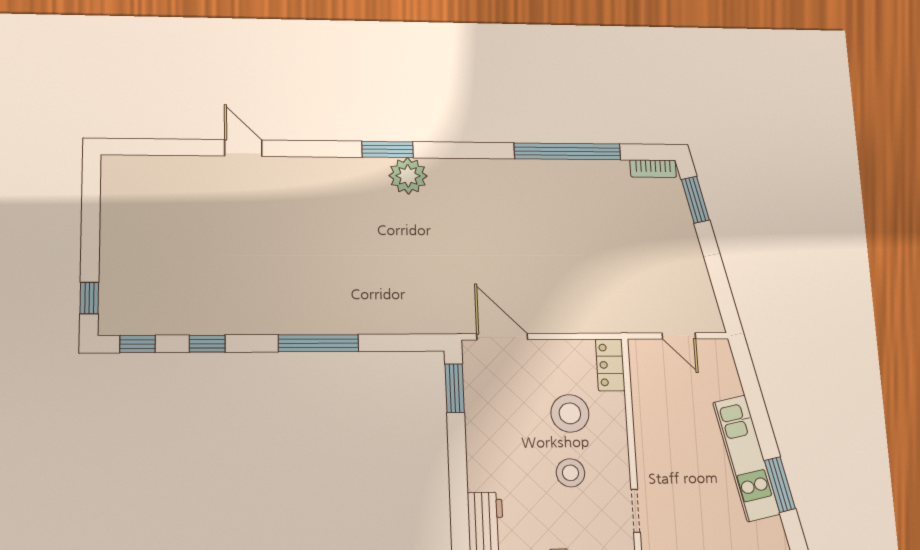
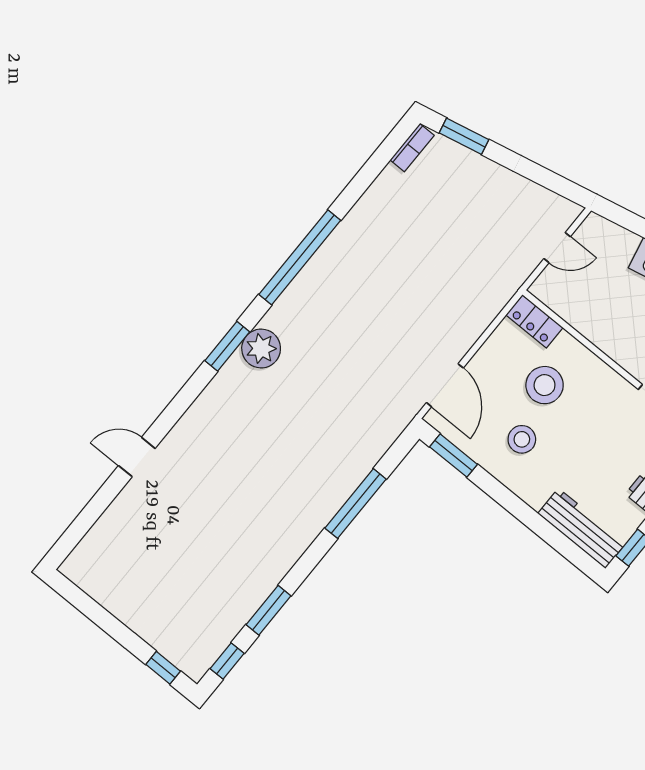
window: (567, 151) -> (300, 257), moved
door: (502, 337) -> (445, 385), swing flipped
window: (318, 343) -> (356, 504), moved
window: (207, 344) -> (269, 610), width x1.50
stool: (570, 473) -> (522, 439), moved

